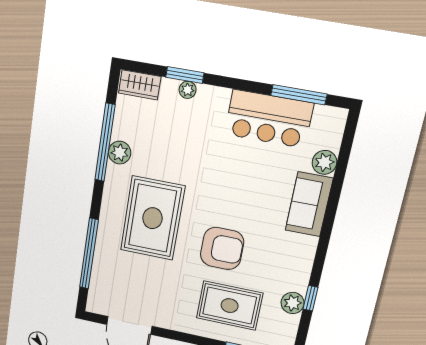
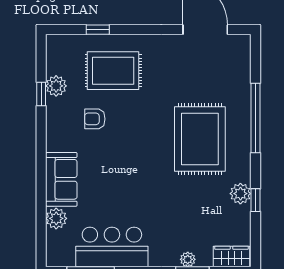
window: (105, 142) -> (256, 200), width x0.32
armchair: (222, 248) -> (95, 119), moved, width x0.53, depth x0.53
window: (89, 254) -> (256, 118), moved

